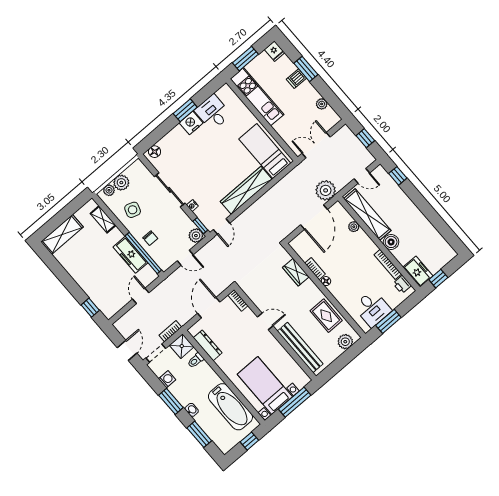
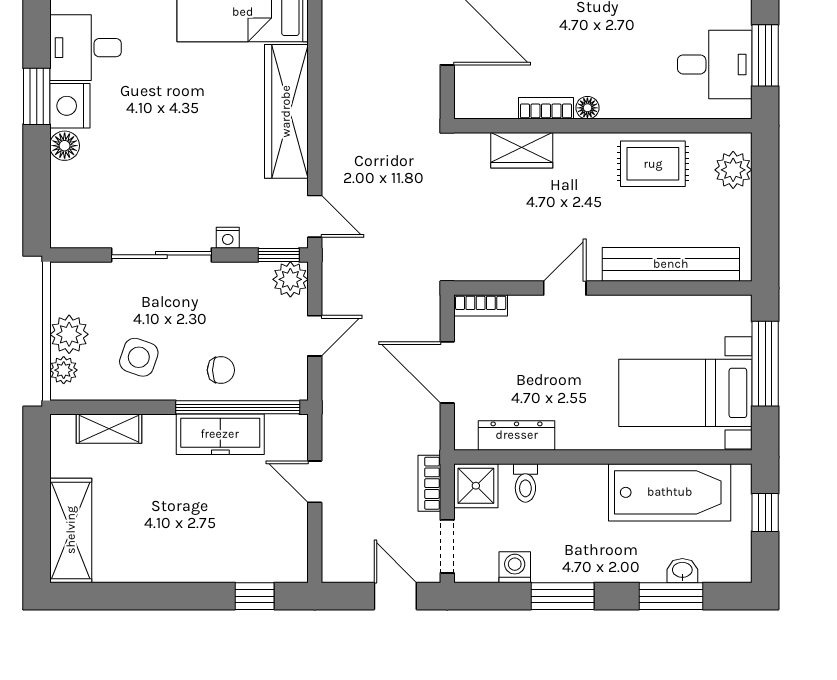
floor lamp: (155, 152) -> (65, 146), moved
washbasin: (192, 410) -> (682, 571), moved

